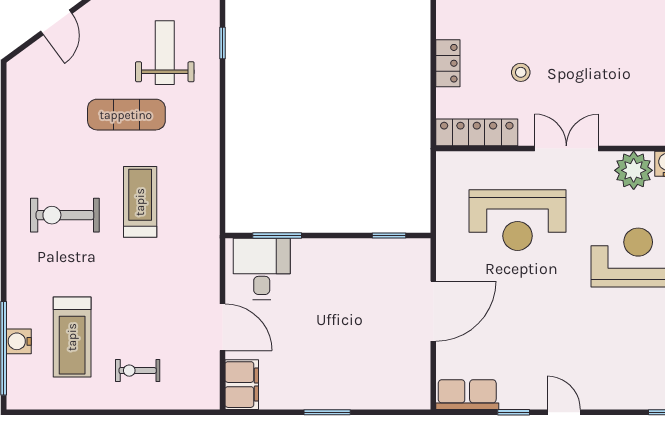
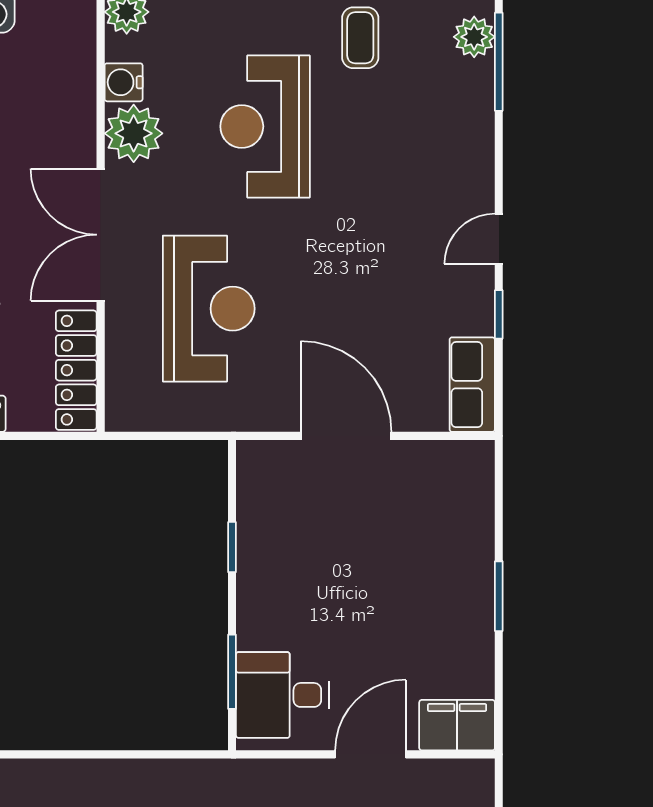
double door: (566, 149) -> (101, 235), width x1.37
window: (389, 236) -> (232, 547), moved

